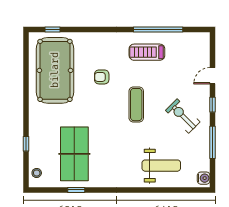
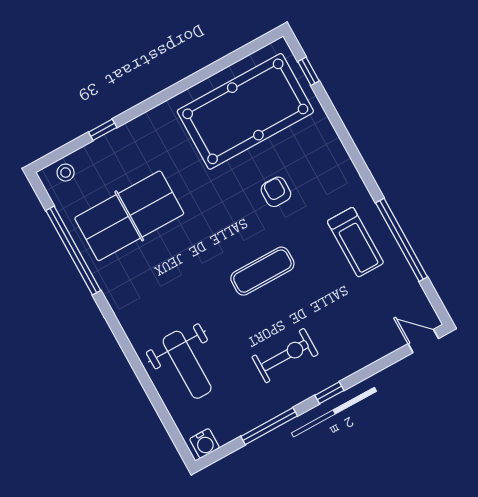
treadmill: (147, 52) -> (355, 242), turned 180
door: (212, 76) -> (423, 341), moved
exercise bike: (183, 116) -> (285, 356), turned 45
window: (76, 190) -> (73, 251), width x3.17

